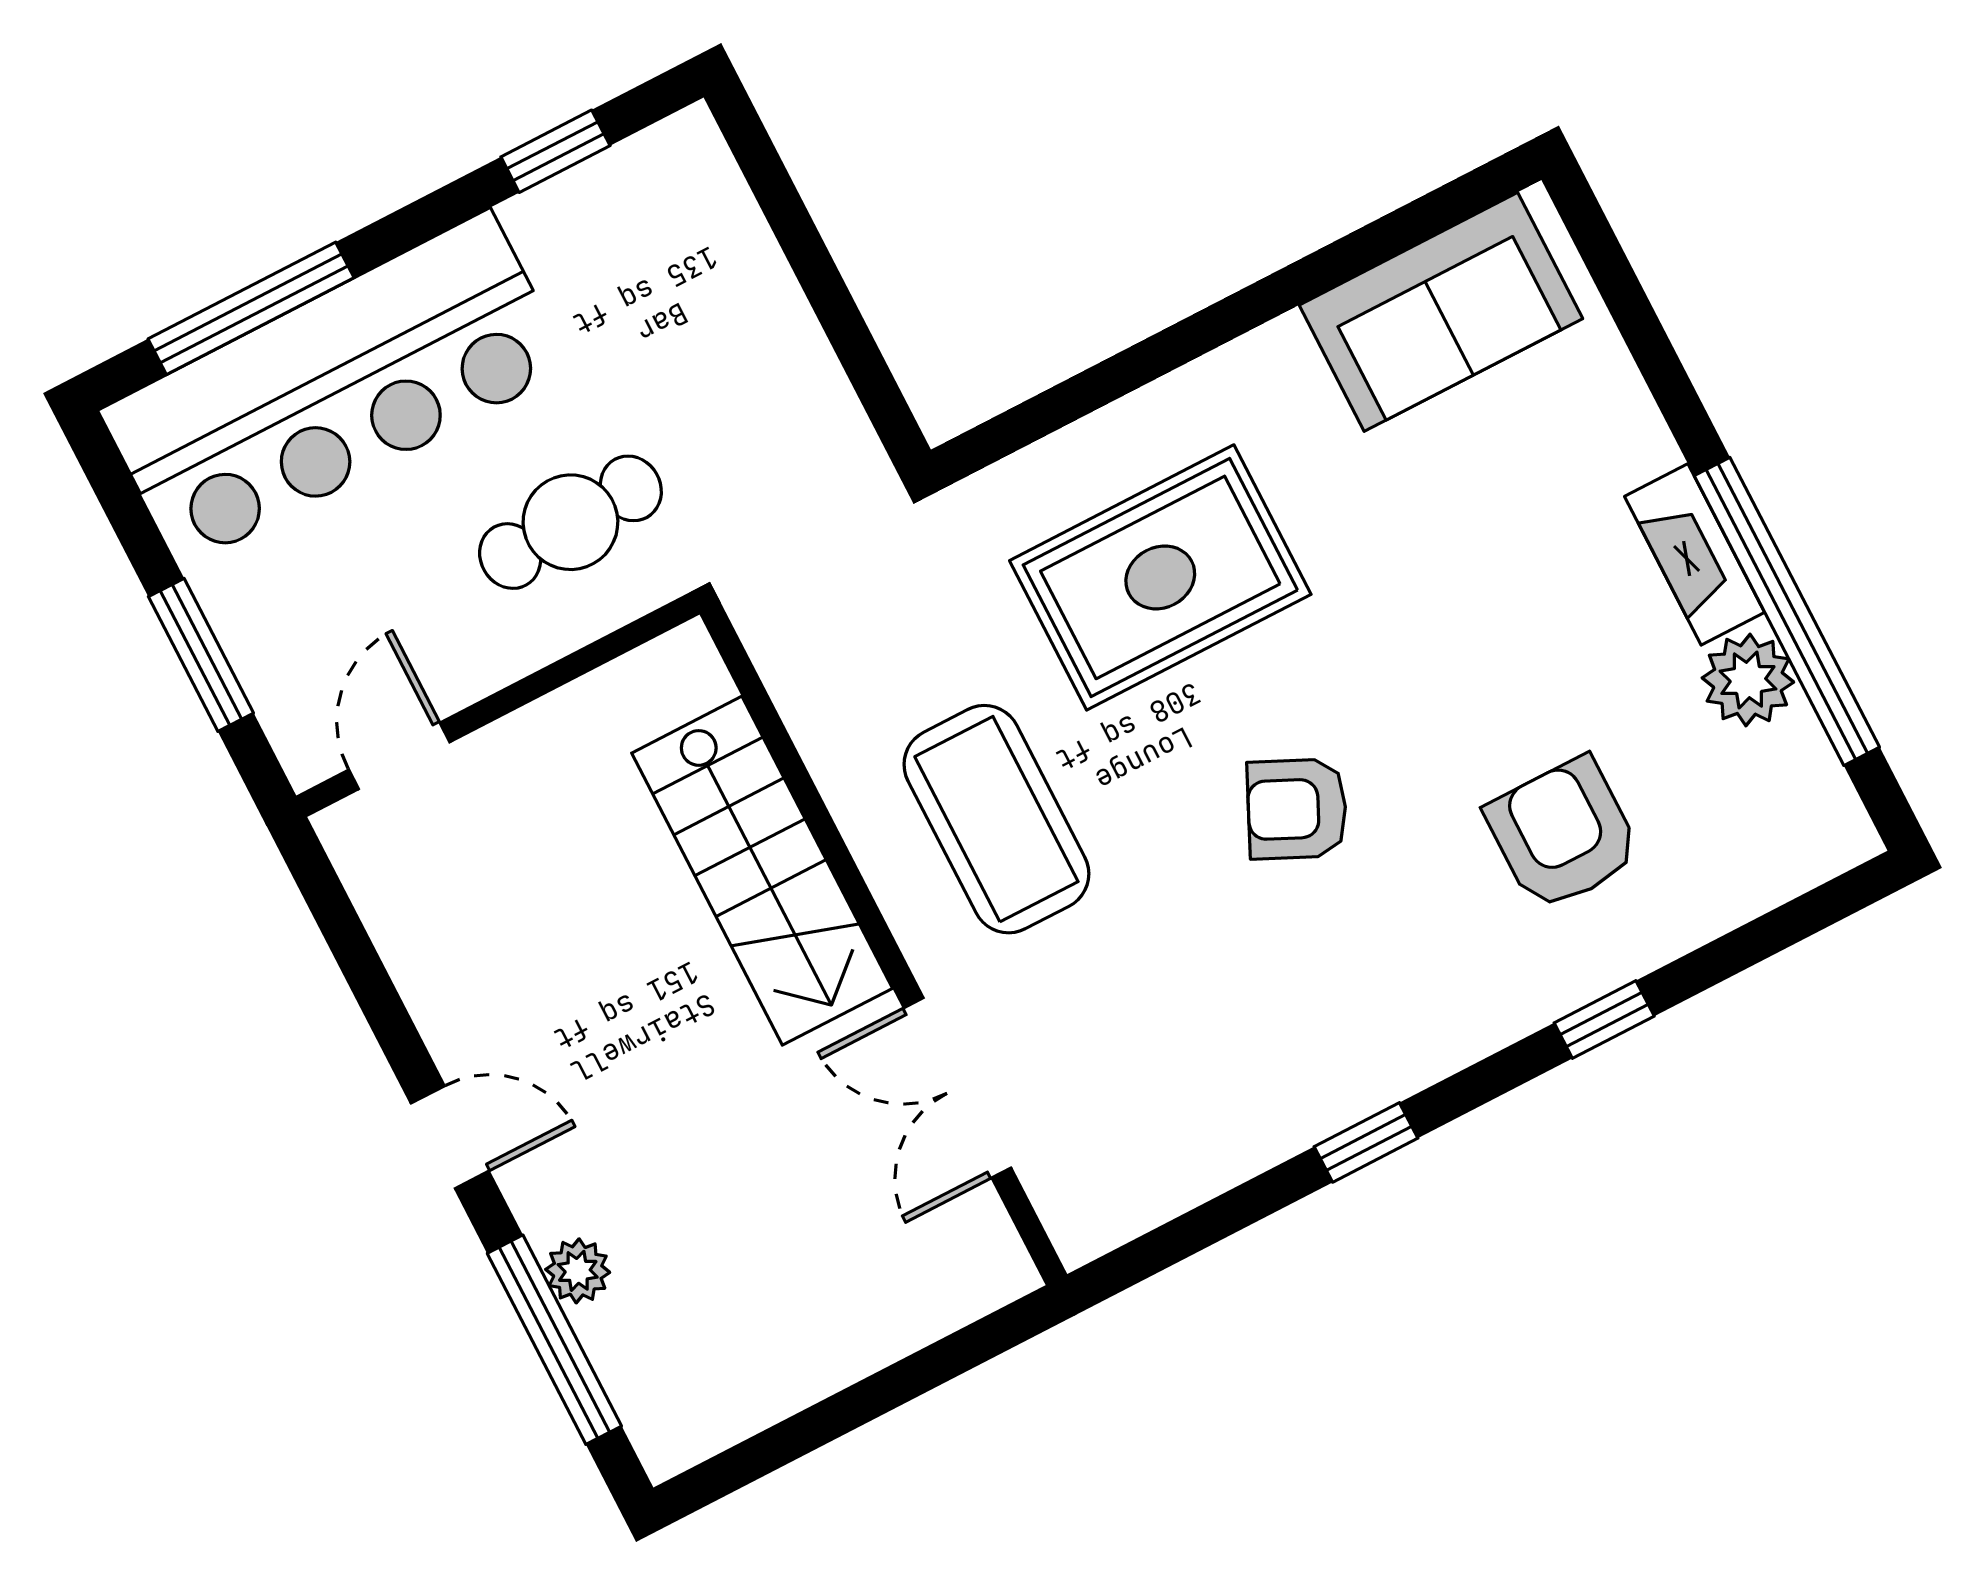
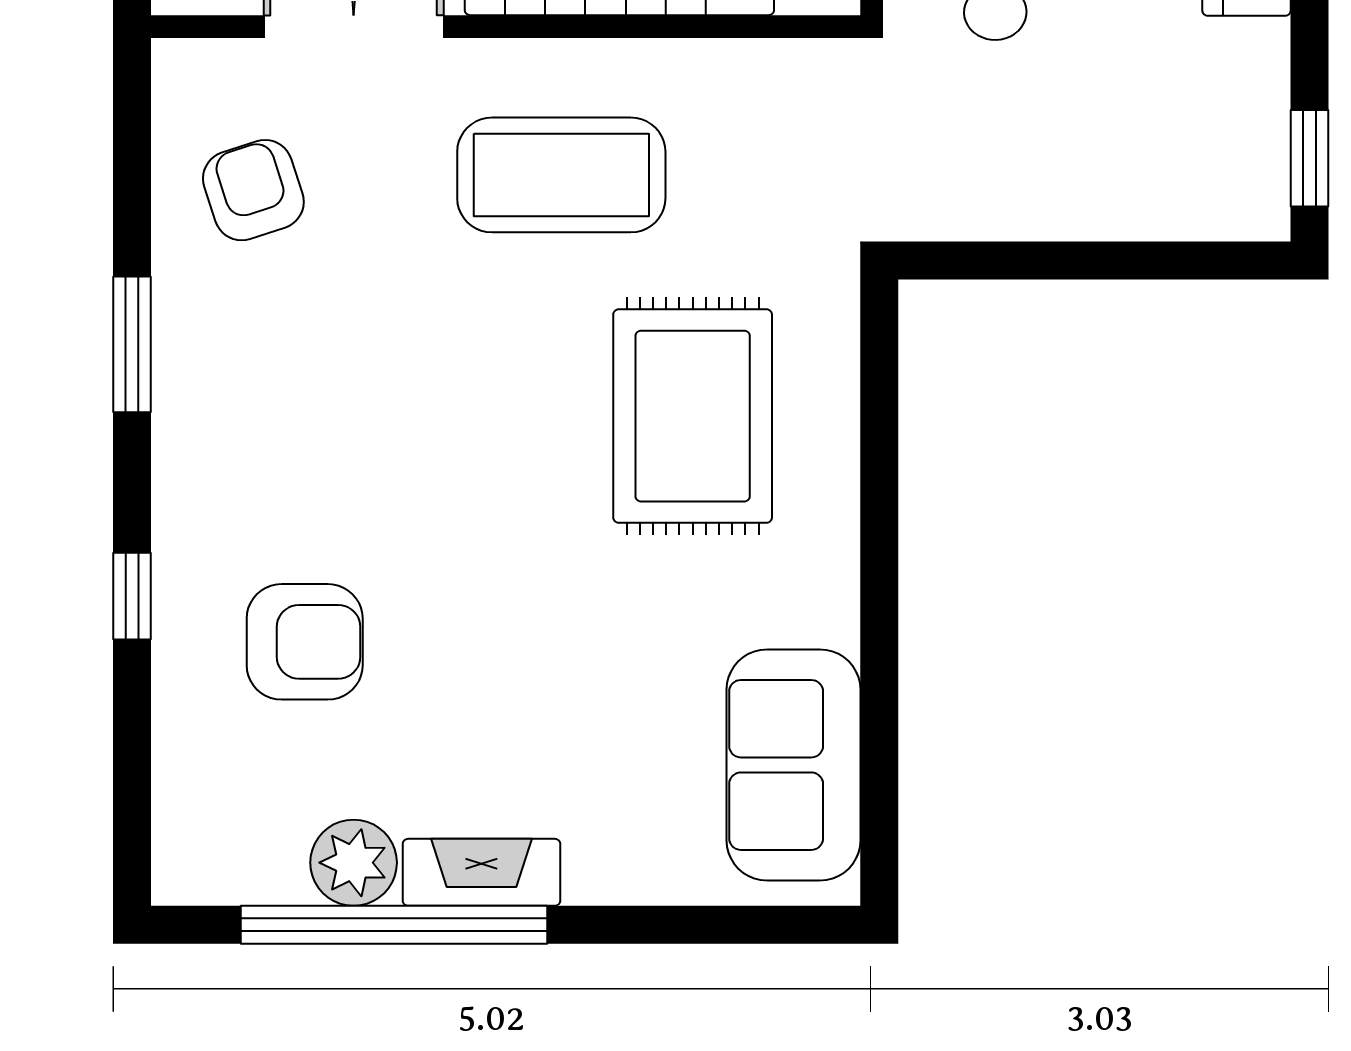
window: (555, 151) -> (1309, 158), moved
armchair: (1297, 809) -> (253, 190), moved, turned -43
window: (1366, 1142) -> (132, 344), width x1.50

